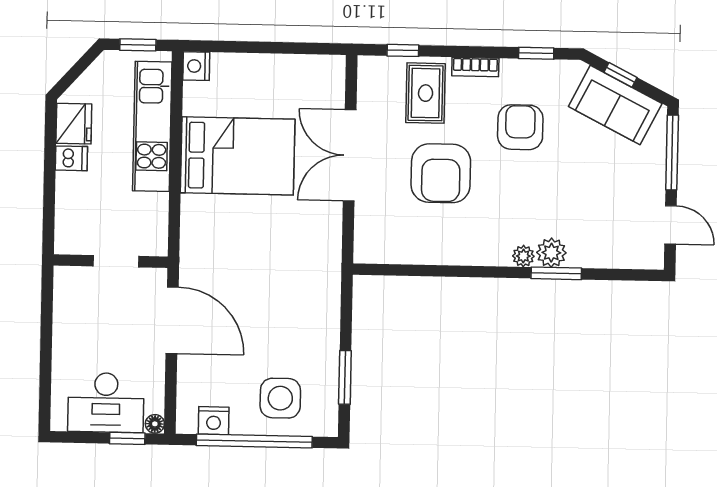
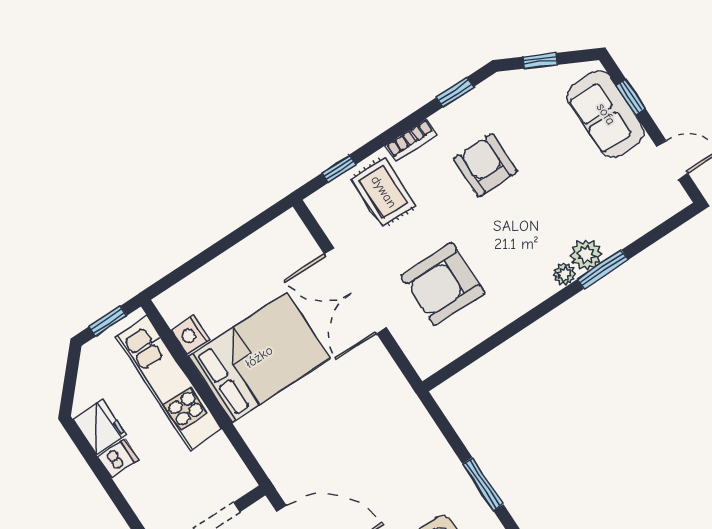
nightstand: (196, 66) -> (190, 335), moved
sofa: (615, 105) -> (606, 114), moved, turned 63
window: (672, 153) -> (631, 97), width x0.46
armchair: (441, 173) -> (443, 284), moved, turned 90

